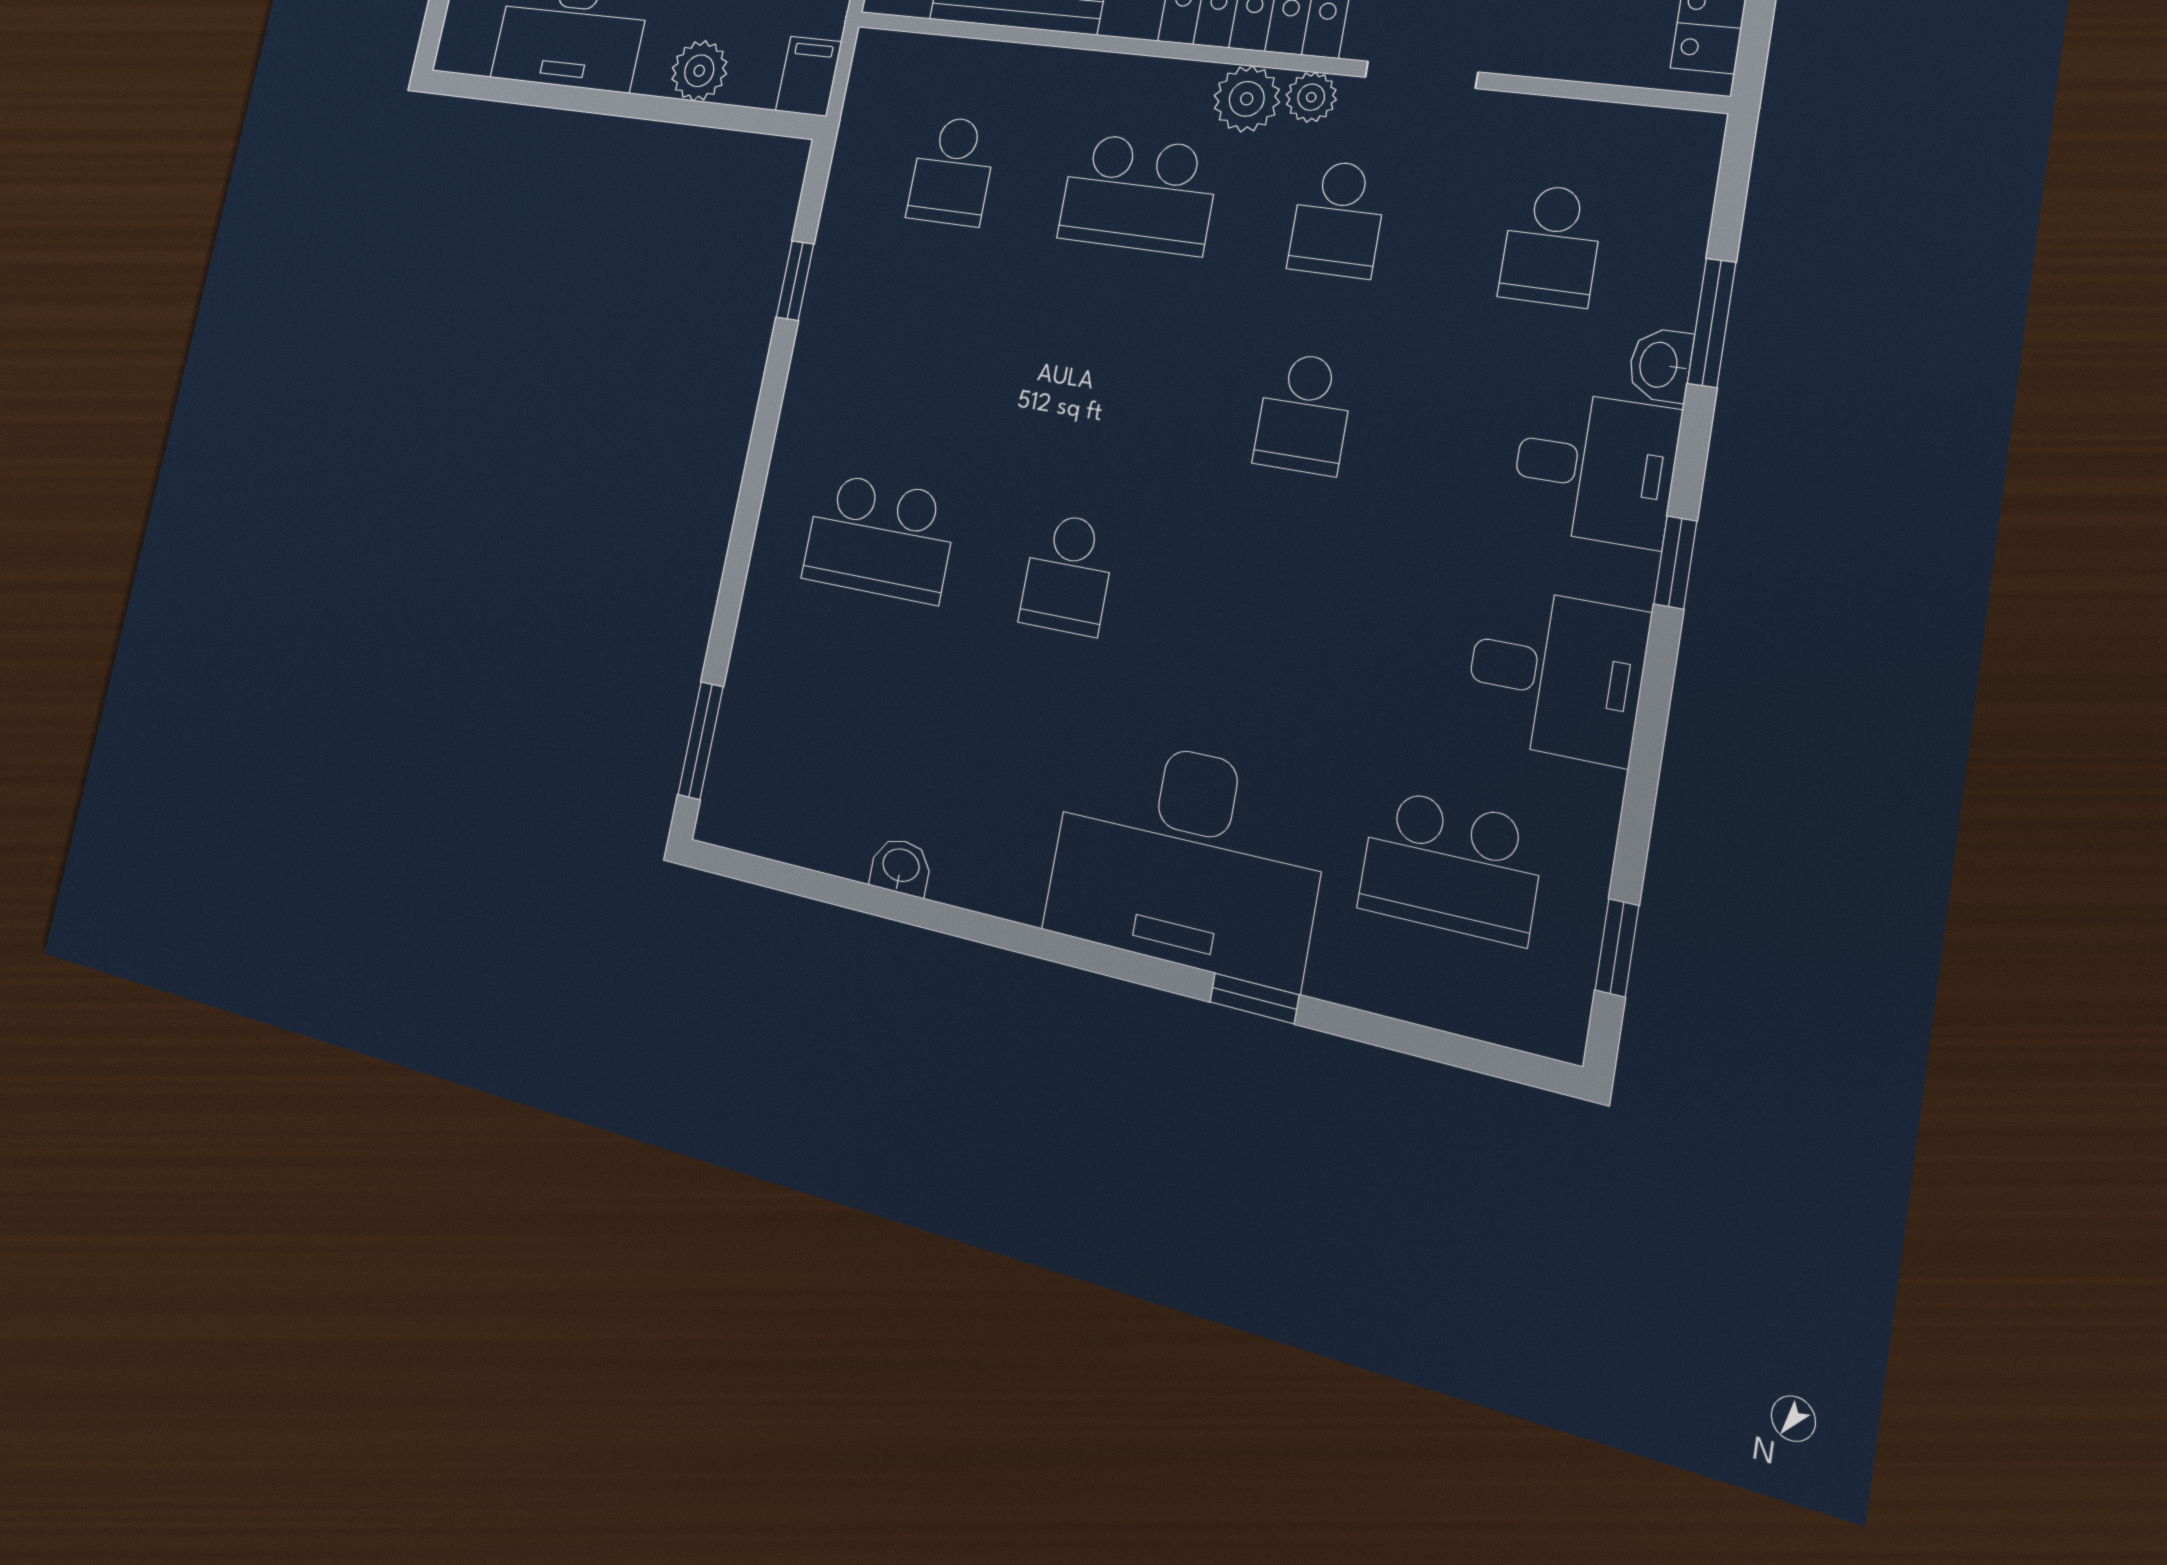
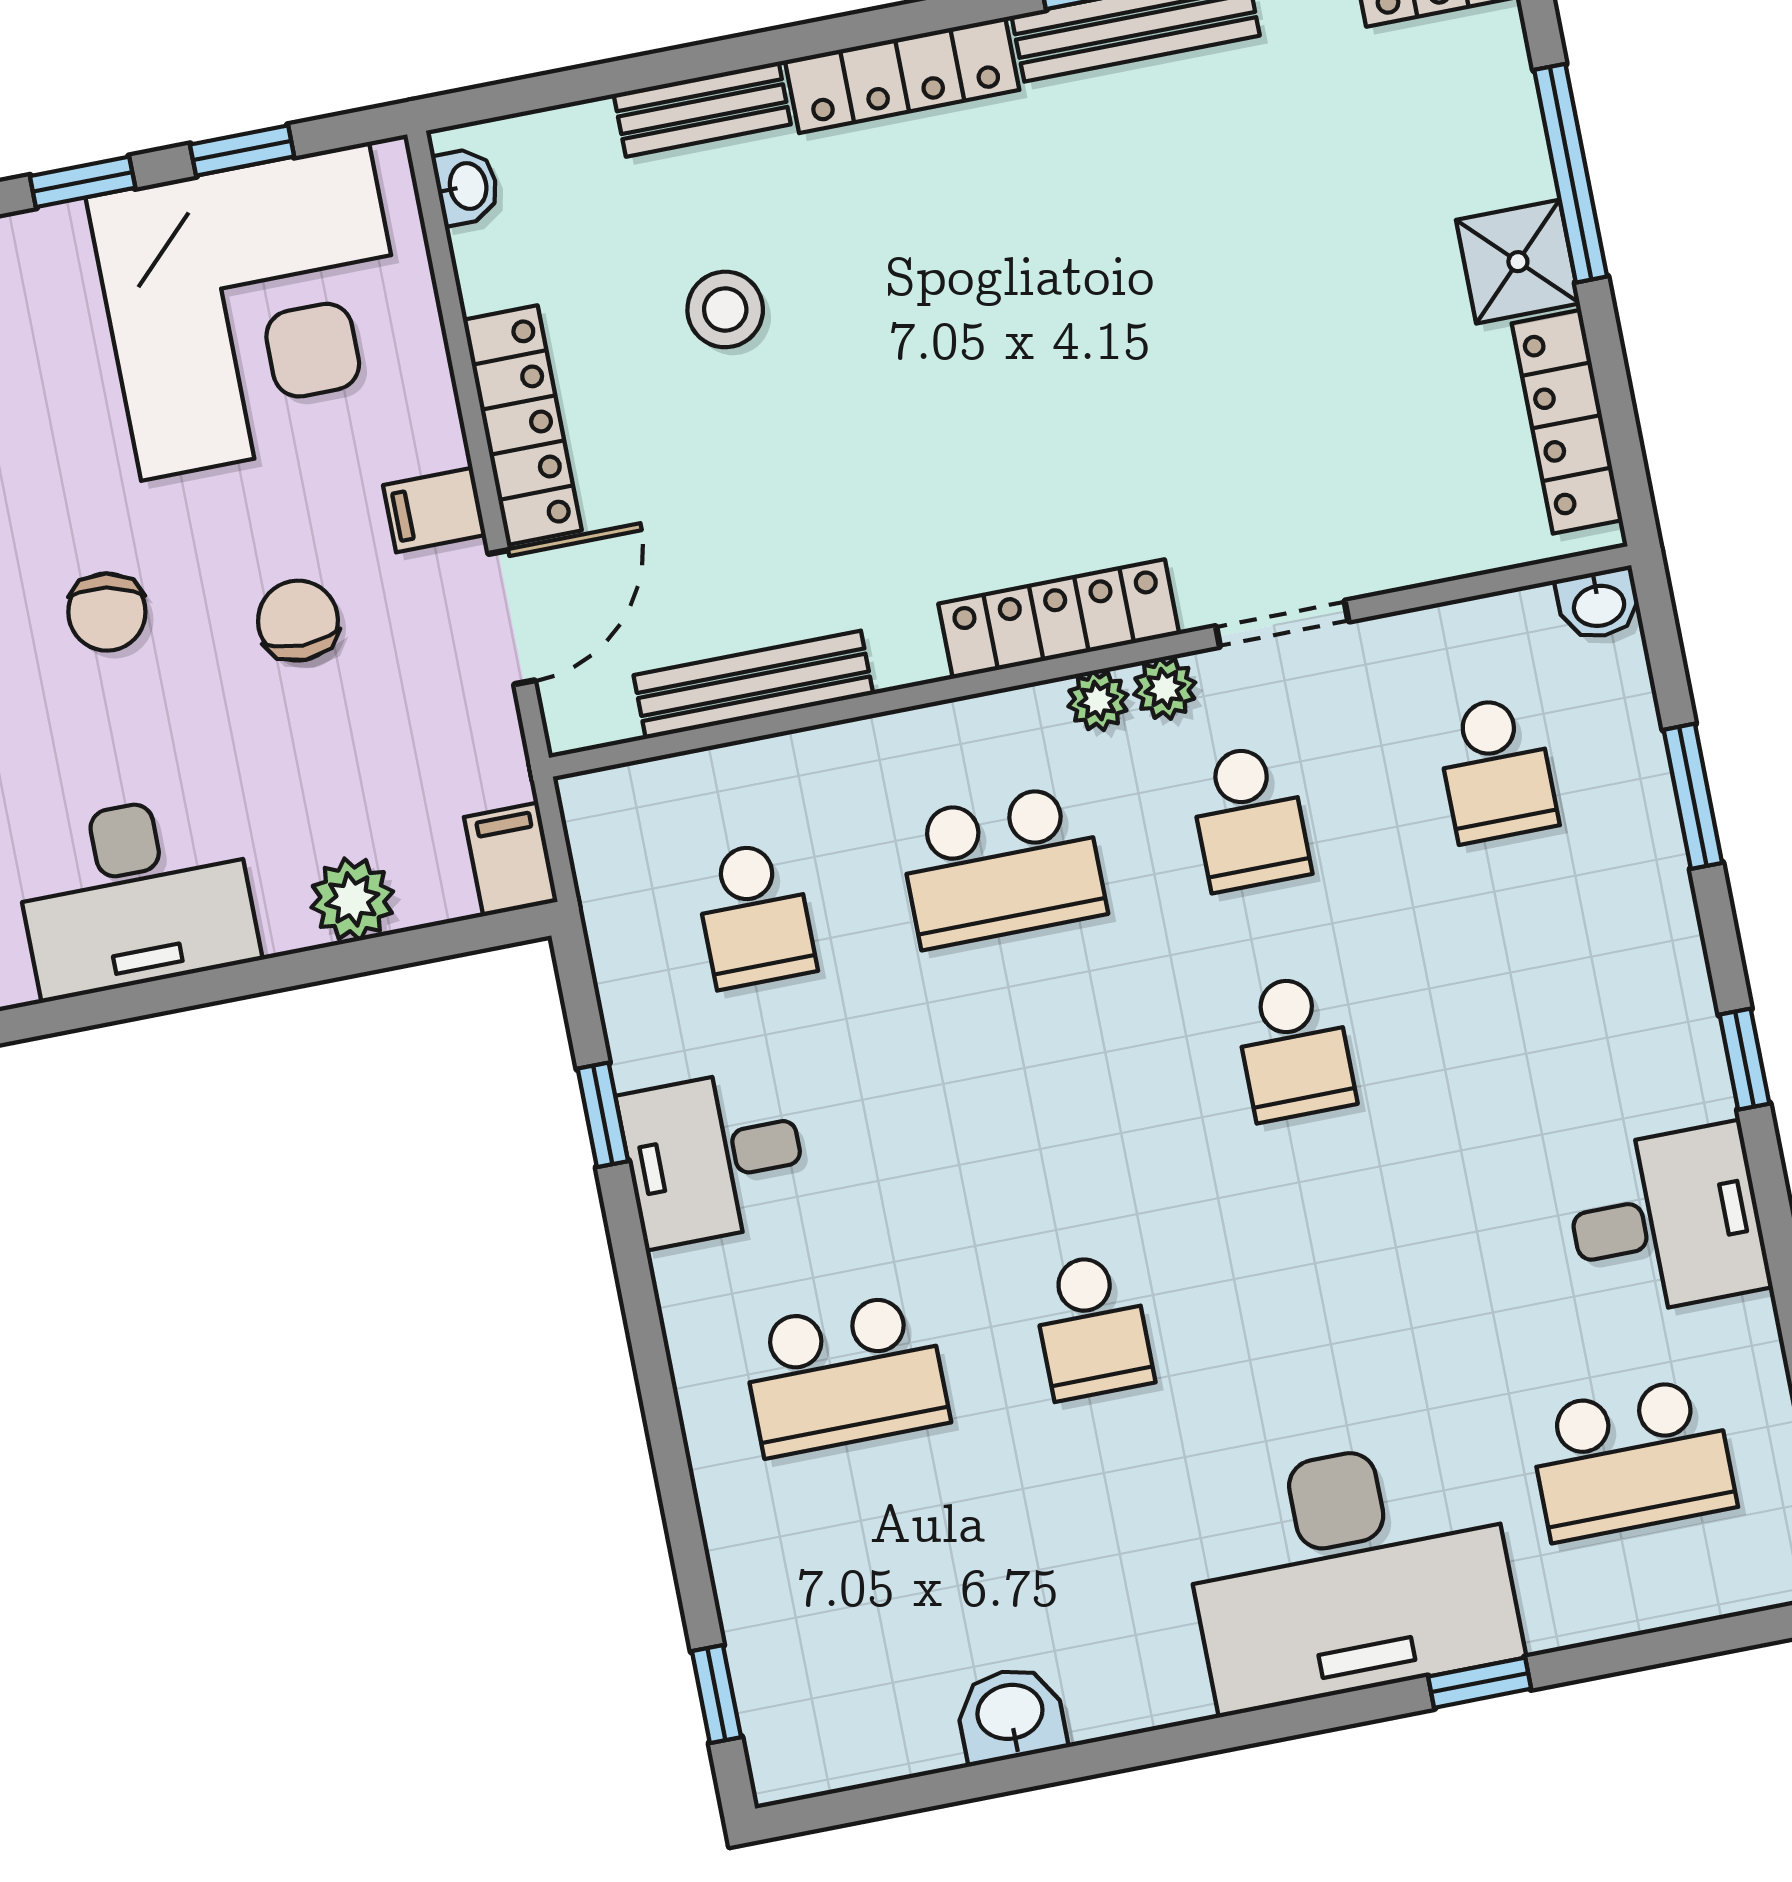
plant: (1247, 99) -> (1098, 701), width x0.73, depth x0.73
washbasin: (1660, 365) -> (1599, 604), moved, turned -90
desk: (1594, 468) -> (714, 1157), moved, turned 180
window: (701, 741) -> (716, 1694), width x0.67
washbasin: (901, 867) -> (1010, 1714), width x1.38, depth x1.45

